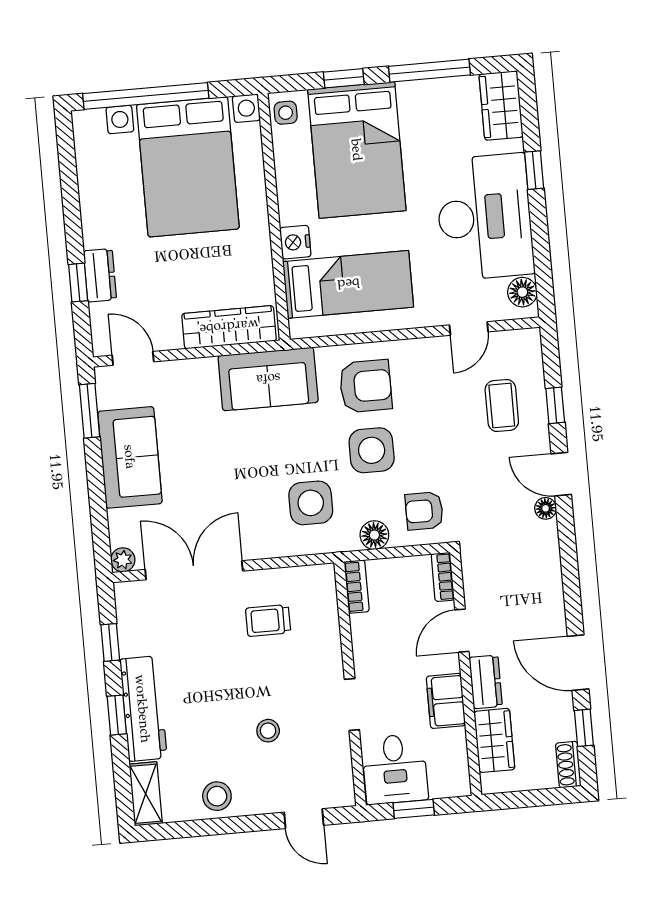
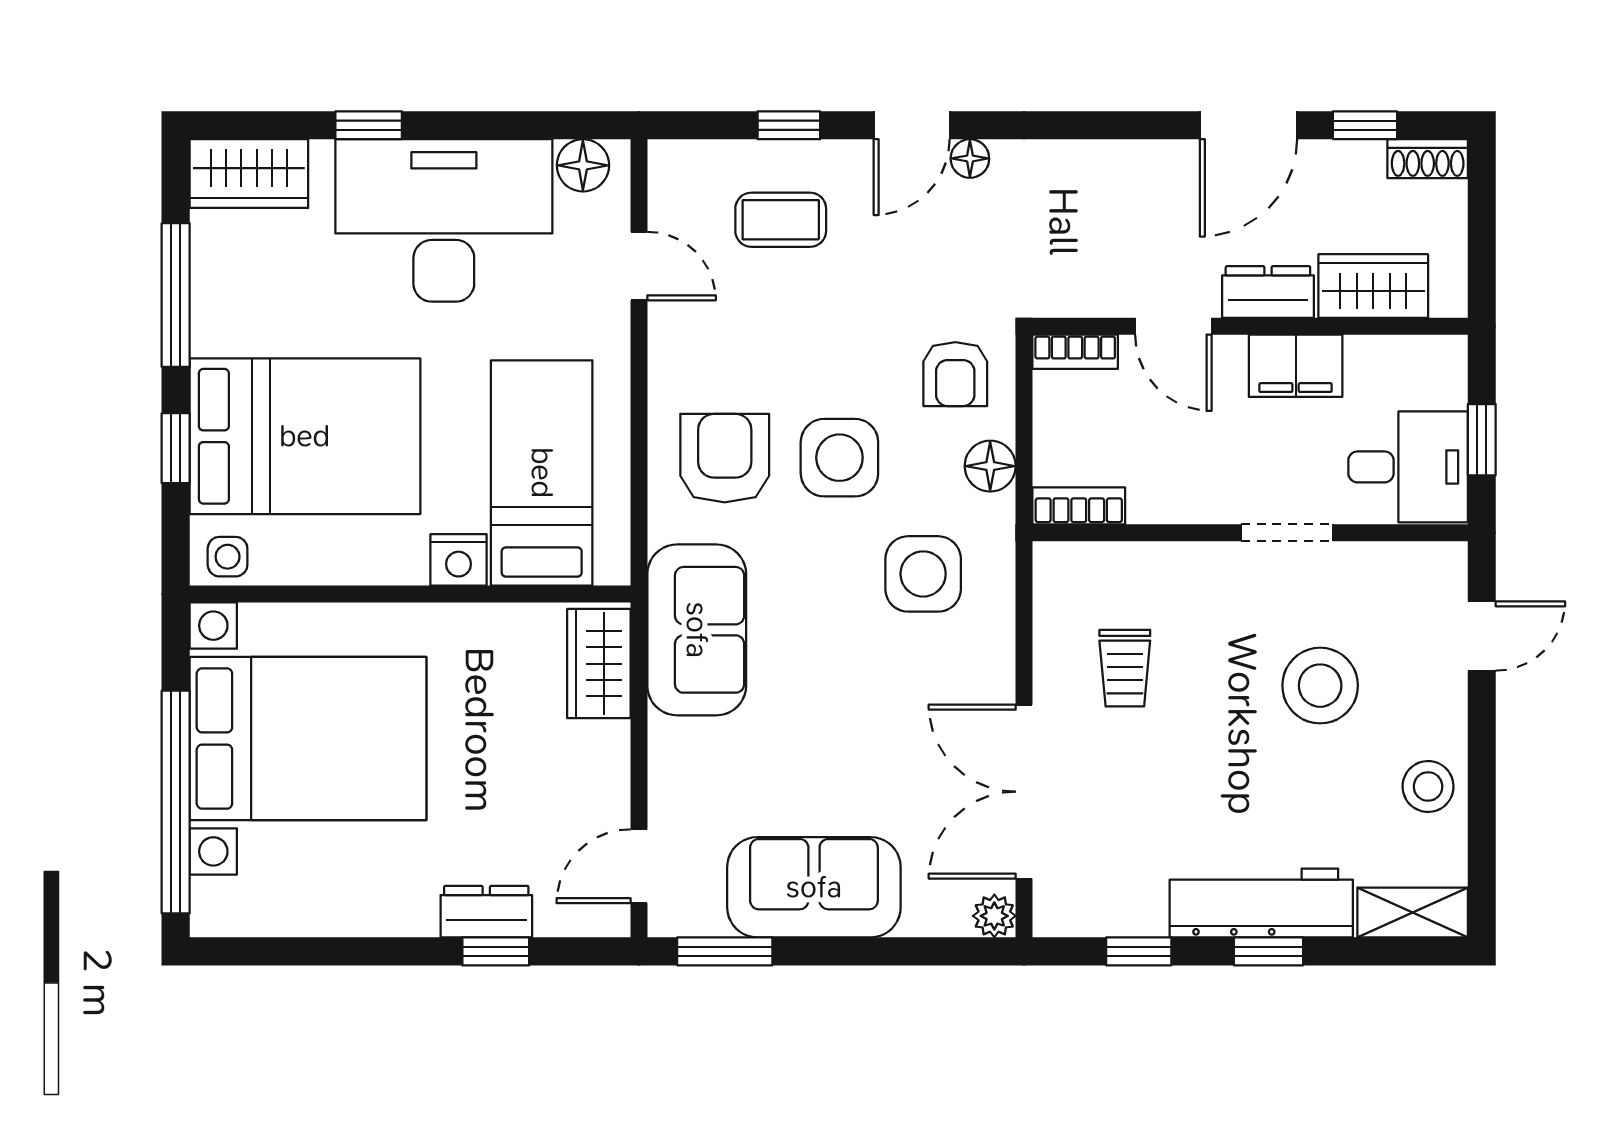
wardrobe: (229, 327) -> (599, 664), width x0.67
stool: (268, 731) -> (1320, 686), width x1.89, depth x1.89

